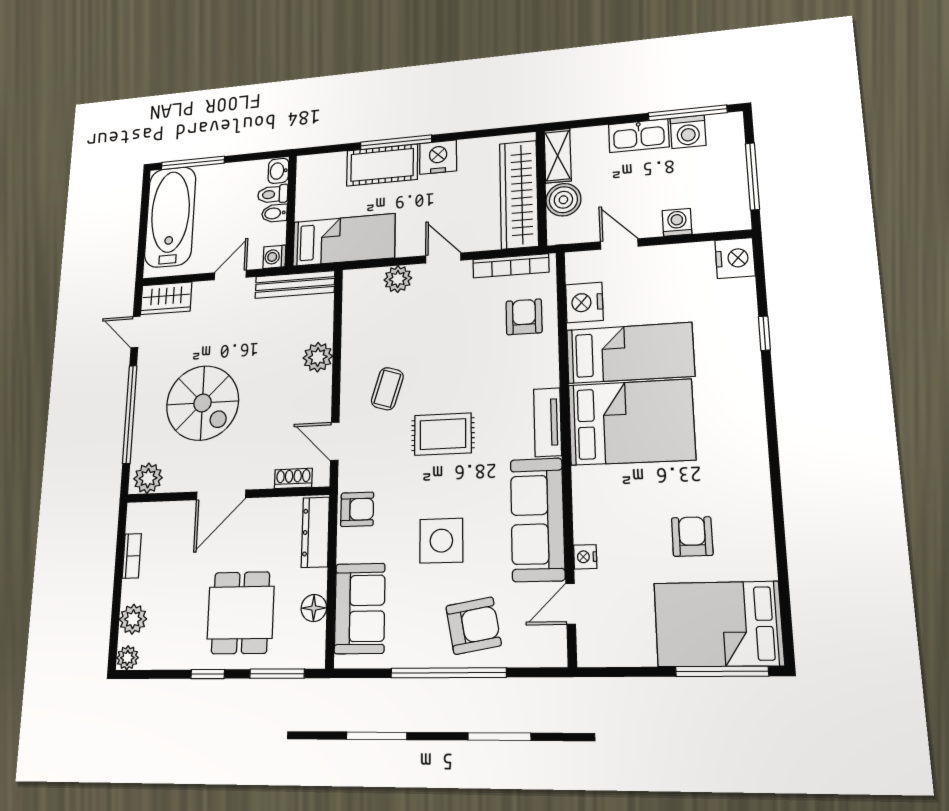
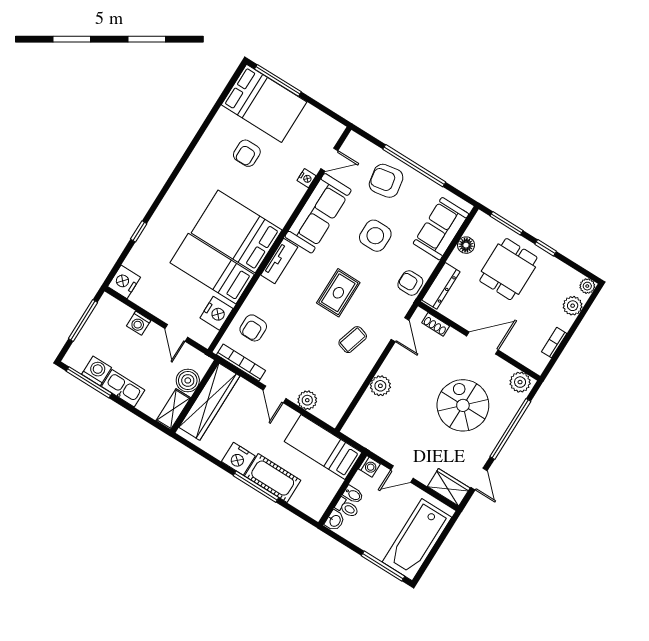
bench: (295, 285) -> (368, 440), removed
rug: (443, 434) -> (338, 293), turned 90

